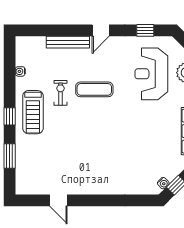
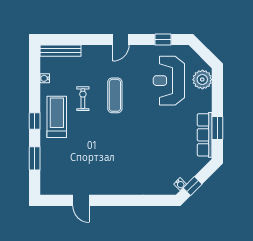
bench: (68, 42) -> (61, 51), moved
exercise mat: (94, 89) -> (115, 95), turned 90
treadmill: (33, 112) -> (57, 117), turned 180

